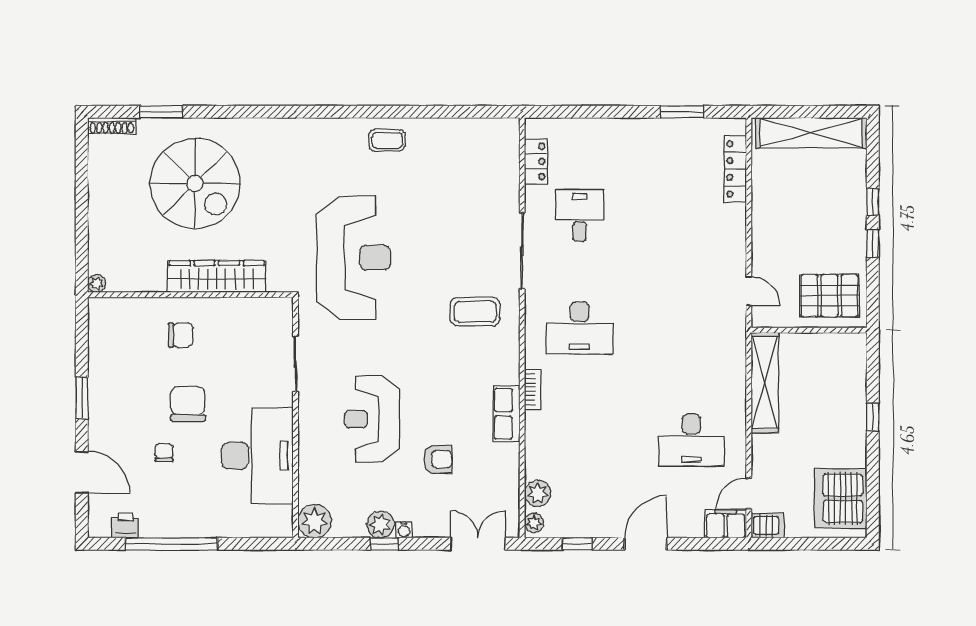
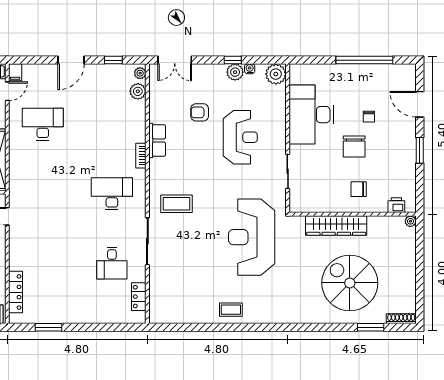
filing cabinet: (726, 524) -> (15, 72), width x0.50
printer: (125, 526) -> (396, 205), moved, turned 180
water cooler: (404, 530) -> (250, 69), moved

